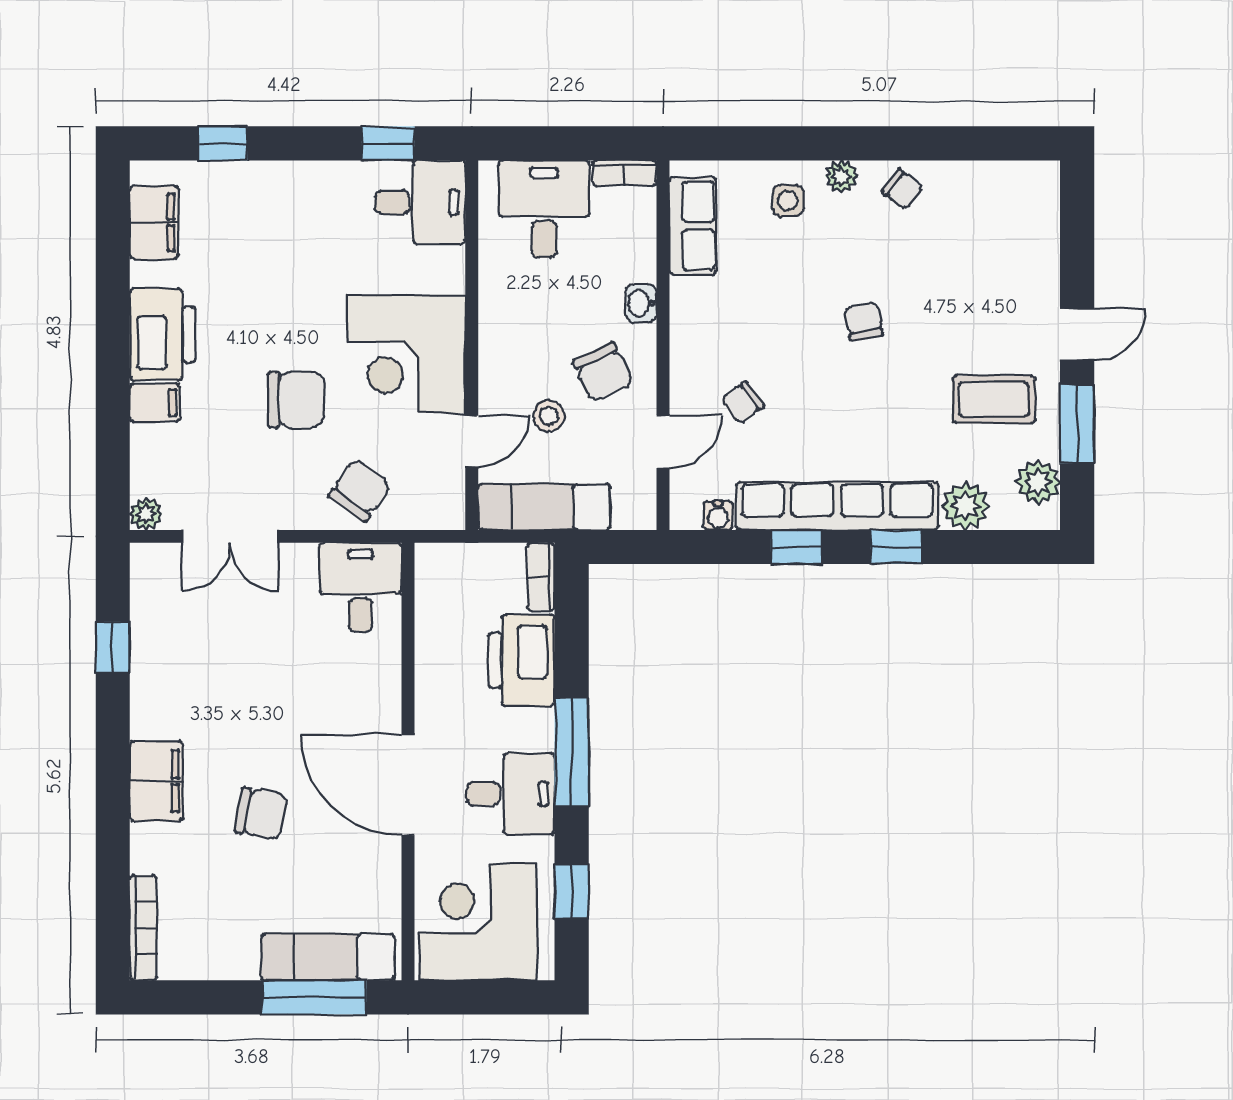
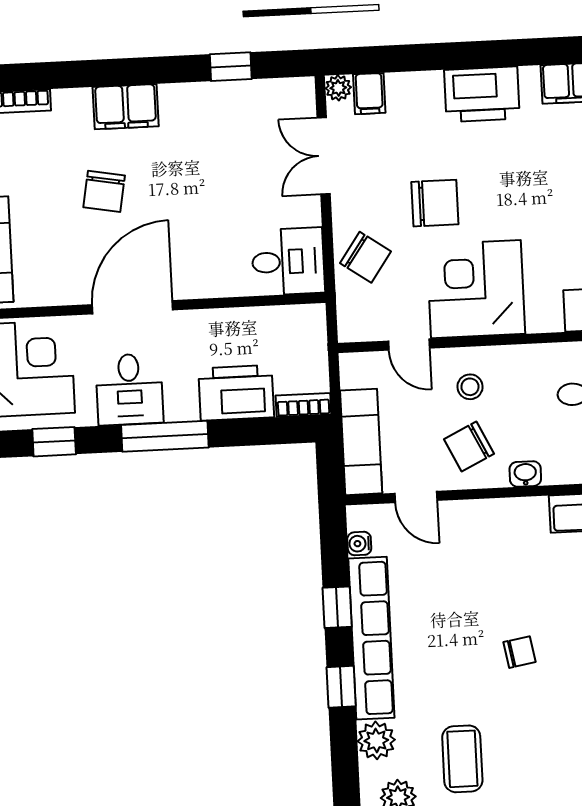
chair: (296, 400) -> (435, 203), turned -90
filing cabinet: (155, 402) -> (369, 94), moved
chair: (742, 403) -> (450, 559), removed
stool: (549, 416) -> (470, 387), moved
exam couch: (544, 507) -> (361, 442), moved

